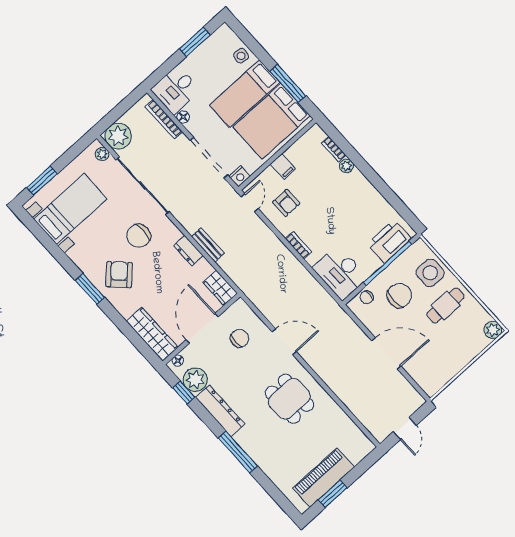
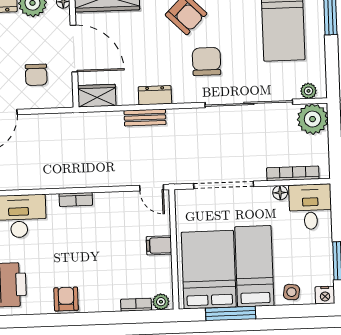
plant: (346, 166) -> (161, 302), moved
nightstand: (239, 176) -> (325, 295), moved, turned -90
armchair: (286, 203) -> (66, 299), moved, turned 90

